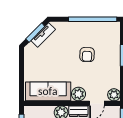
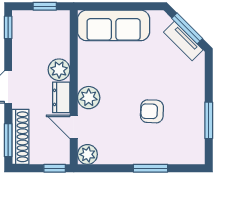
window: (93, 19) -> (209, 120), width x0.47
sofa: (48, 91) -> (114, 25), moved, turned 90

